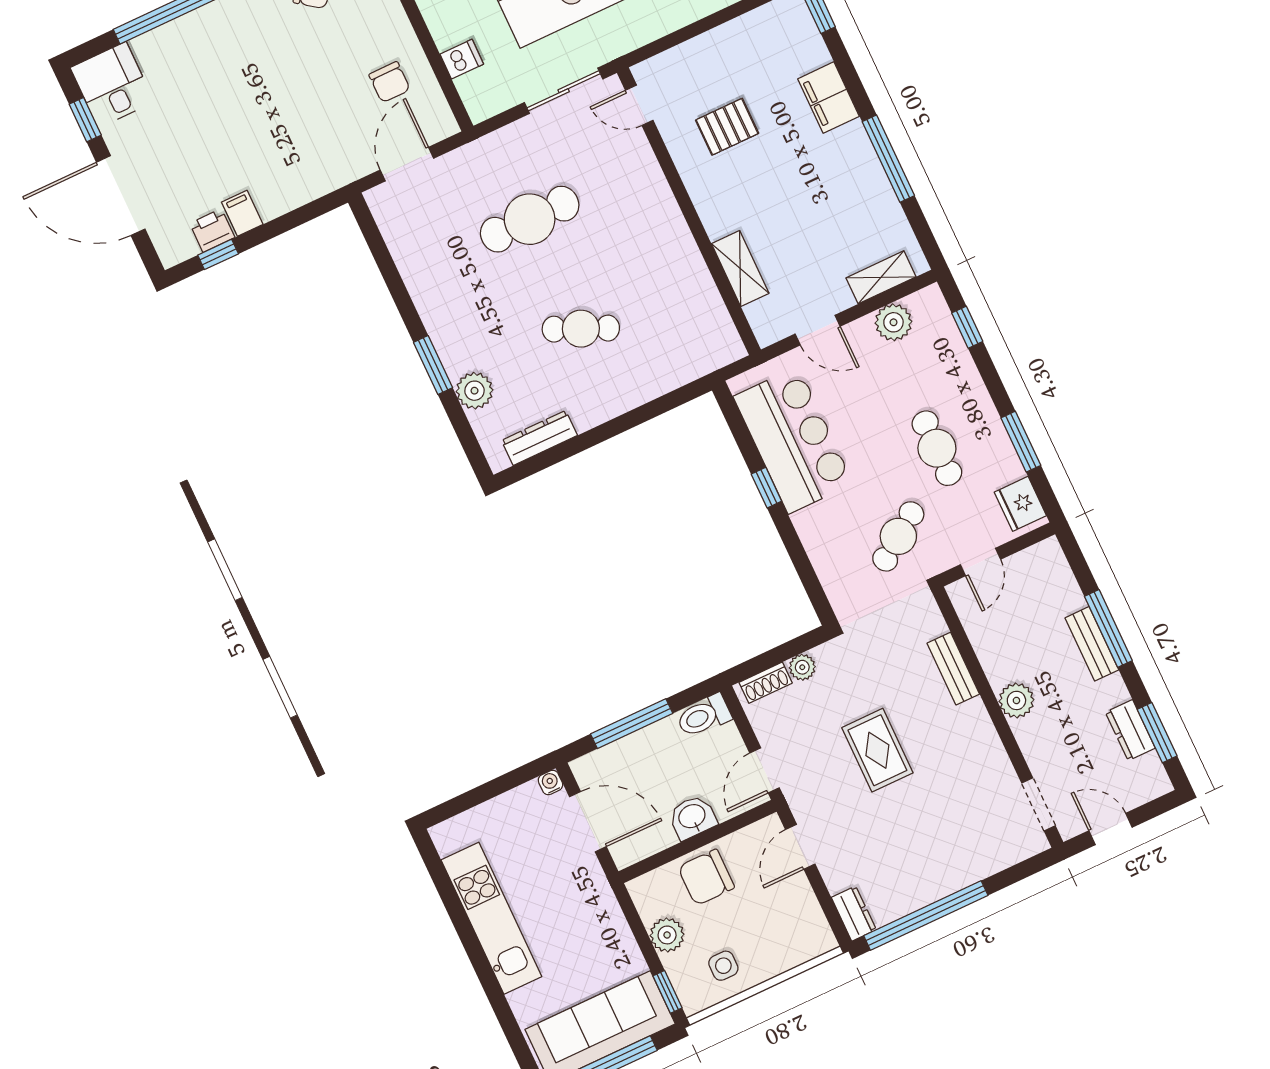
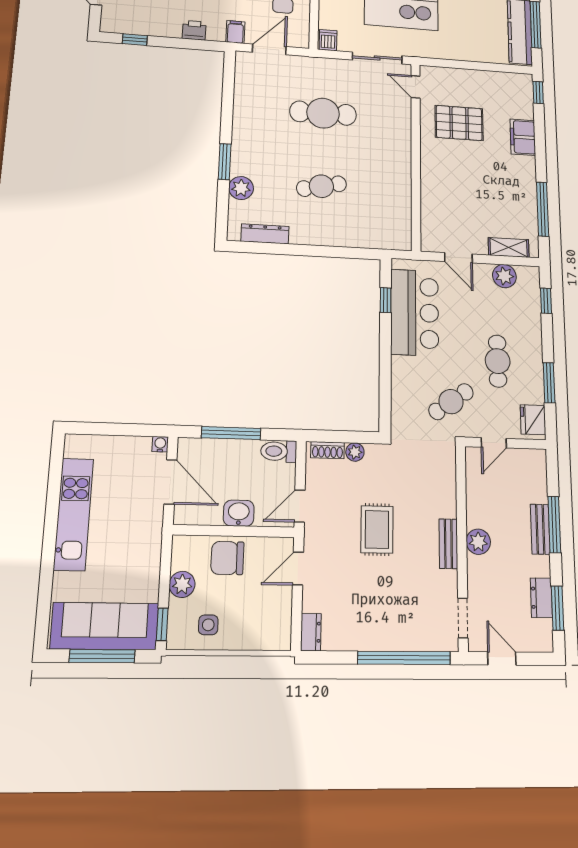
dishwasher: (462, 59) -> (328, 40), moved, turned -90
pallet: (727, 127) -> (459, 123), width x1.50, depth x1.42
window: (888, 159) -> (543, 209), moved
filing cabinet: (242, 213) -> (235, 32), moved
printer: (212, 230) -> (194, 30), moved
shelving: (740, 269) -> (430, 201), removed
cafe table: (581, 329) -> (321, 186), turned -36
window: (766, 488) -> (386, 300), moved
bench: (953, 669) -> (448, 544), moved
window: (926, 916) -> (404, 658), moved

